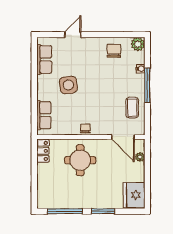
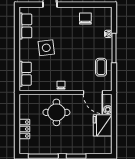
plant: (138, 44) -> (106, 13), removed
locker: (43, 151) -> (24, 129), moved
fridge: (134, 195) -> (103, 125), moved

